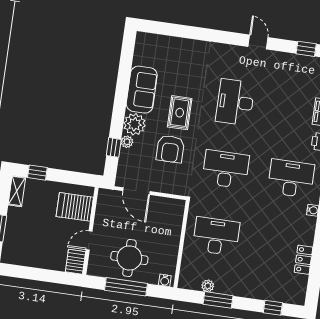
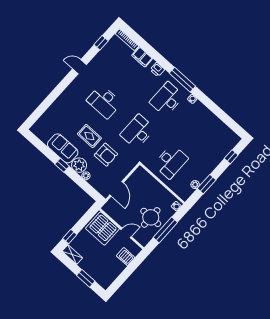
window: (114, 147) -> (62, 165), moved
door: (136, 191) -> (117, 189), hinge flipped
server rack: (75, 207) -> (102, 229), width x1.60
desk: (216, 236) -> (171, 162), turned 180
door: (89, 240) -> (126, 233), swing flipped
locker: (304, 260) -> (216, 122), removed
server rack: (75, 262) -> (126, 257), moved

